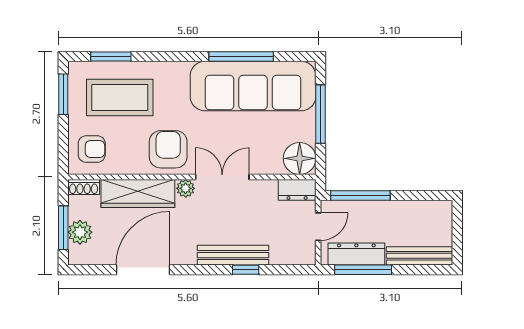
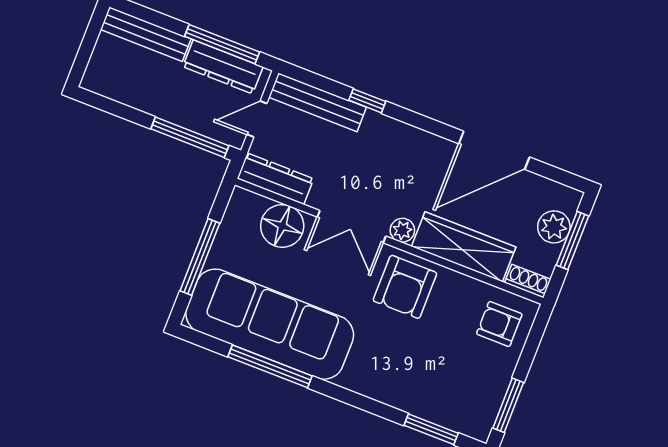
coffee table: (120, 97) -> (440, 374), removed
floor lamp: (300, 158) -> (282, 226), moved
dresser: (297, 190) -> (275, 179), width x1.44
bench: (233, 255) -> (318, 102), moved

